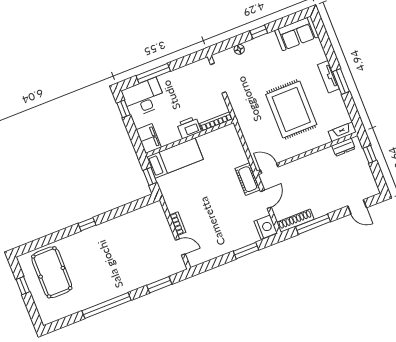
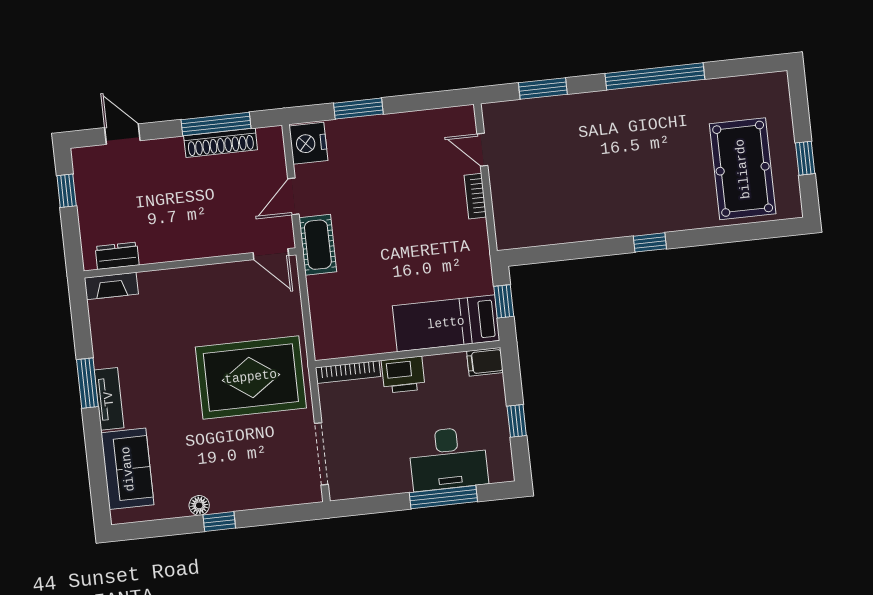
sofa: (297, 33) -> (128, 469), moved, turned 90
floor lamp: (239, 49) -> (199, 505), moved
desk: (144, 98) -> (448, 459), moved
window: (123, 109) -> (517, 421), moved
rug: (291, 109) -> (251, 377), moved, turned 90
filing cabinet: (149, 139) -> (485, 362), width x0.50
window: (370, 154) -> (67, 191), moved
shoe rack: (295, 221) -> (221, 143), moved

